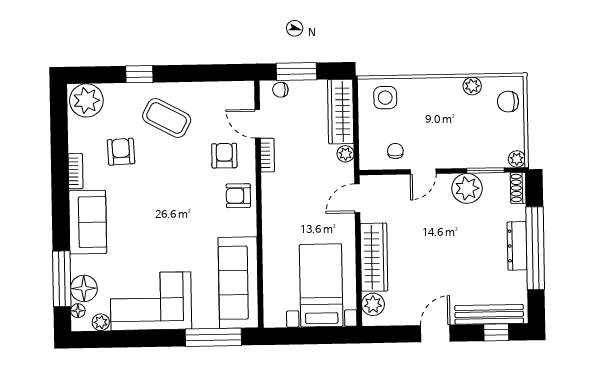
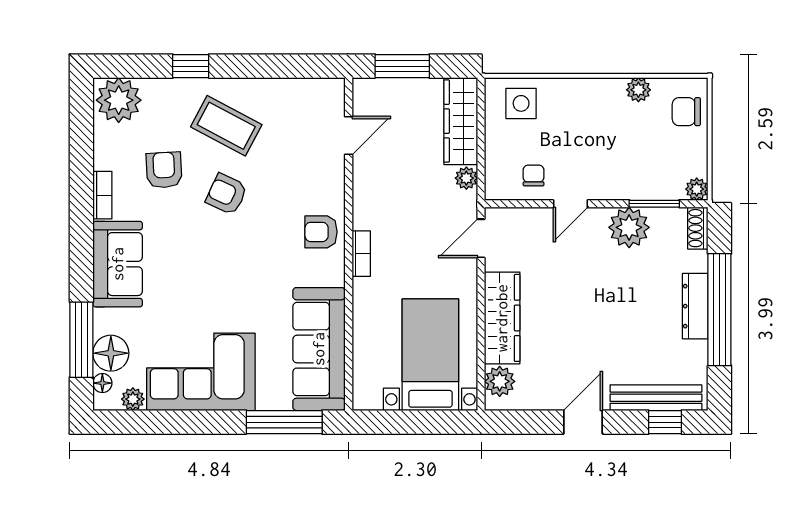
chair: (280, 90) -> (380, 90), removed
door: (258, 124) -> (349, 136), swing flipped
bookcase: (267, 155) -> (361, 254), moved
armchair: (224, 156) -> (227, 194), moved, turned -65

